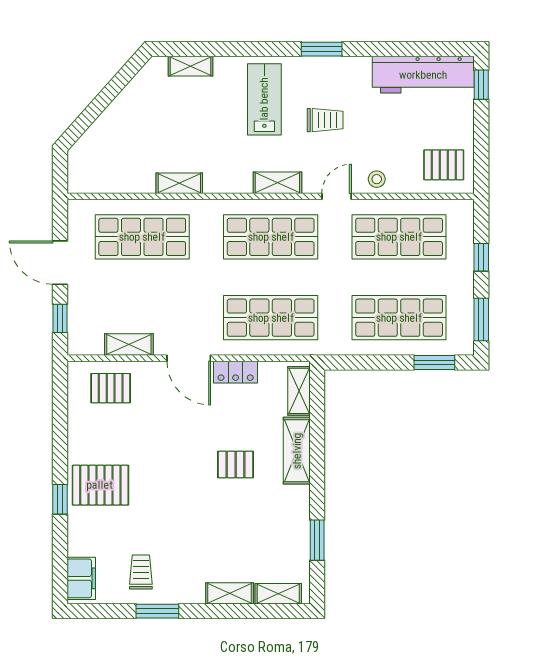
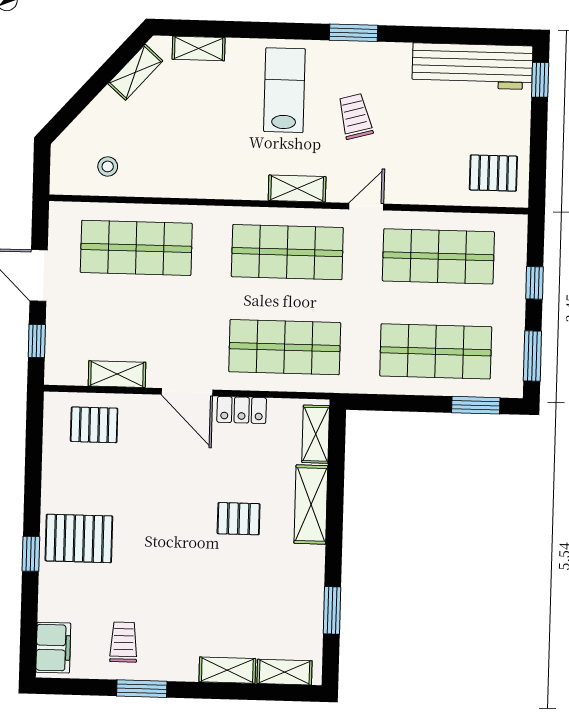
trolley: (325, 120) -> (355, 116), turned -105
stool: (377, 179) -> (108, 166), moved
shelving: (179, 183) -> (135, 72), moved, turned -48

